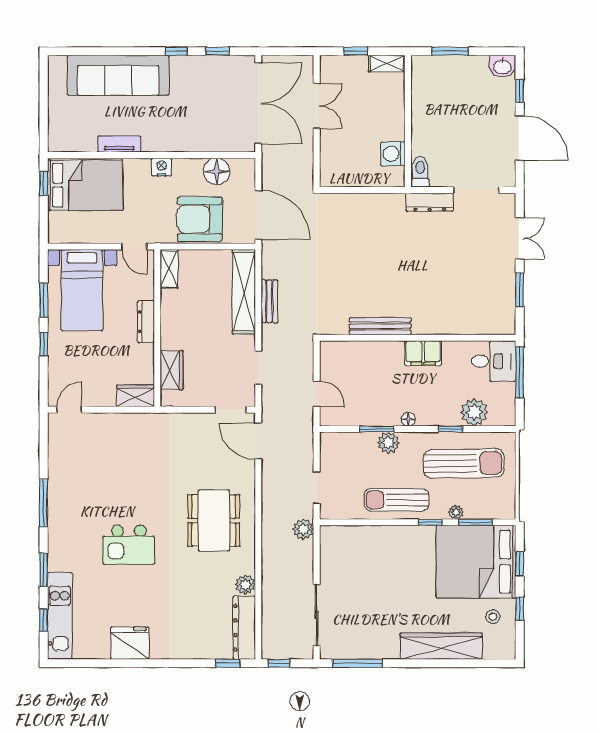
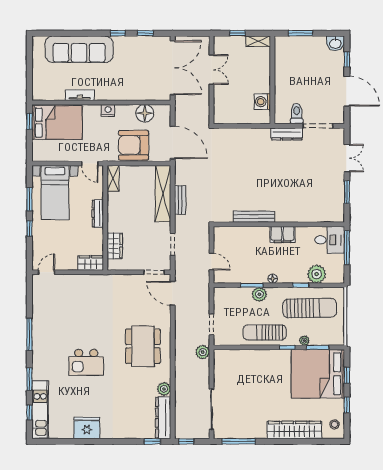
toilet: (420, 172) -> (297, 114), moved
stool: (493, 617) -> (335, 424), moved

